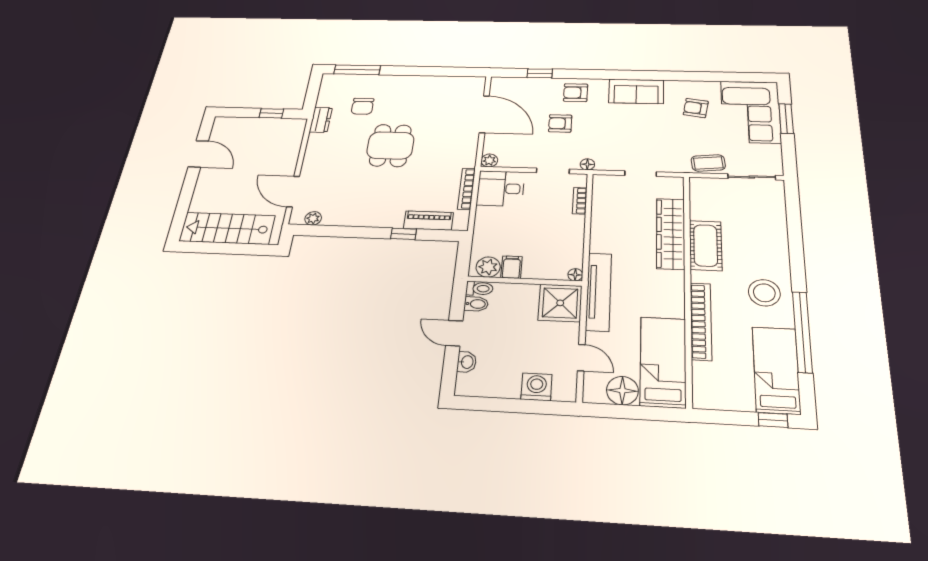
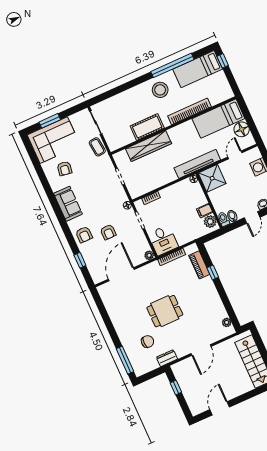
door: (293, 192) -> (201, 350), moved

